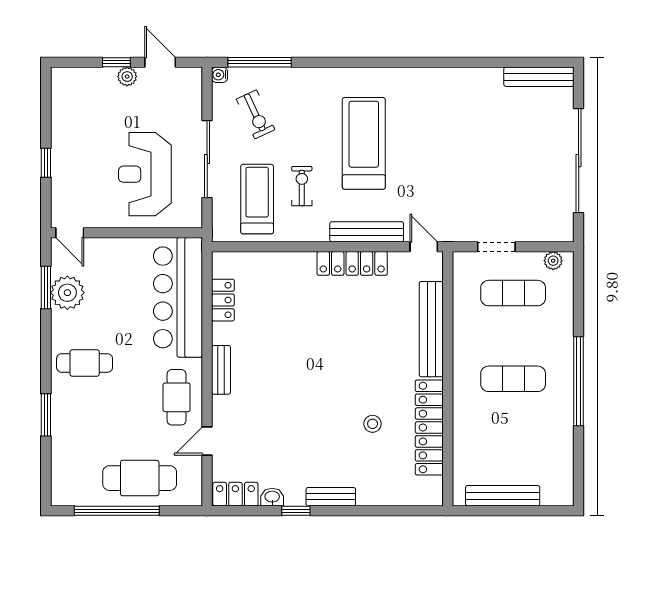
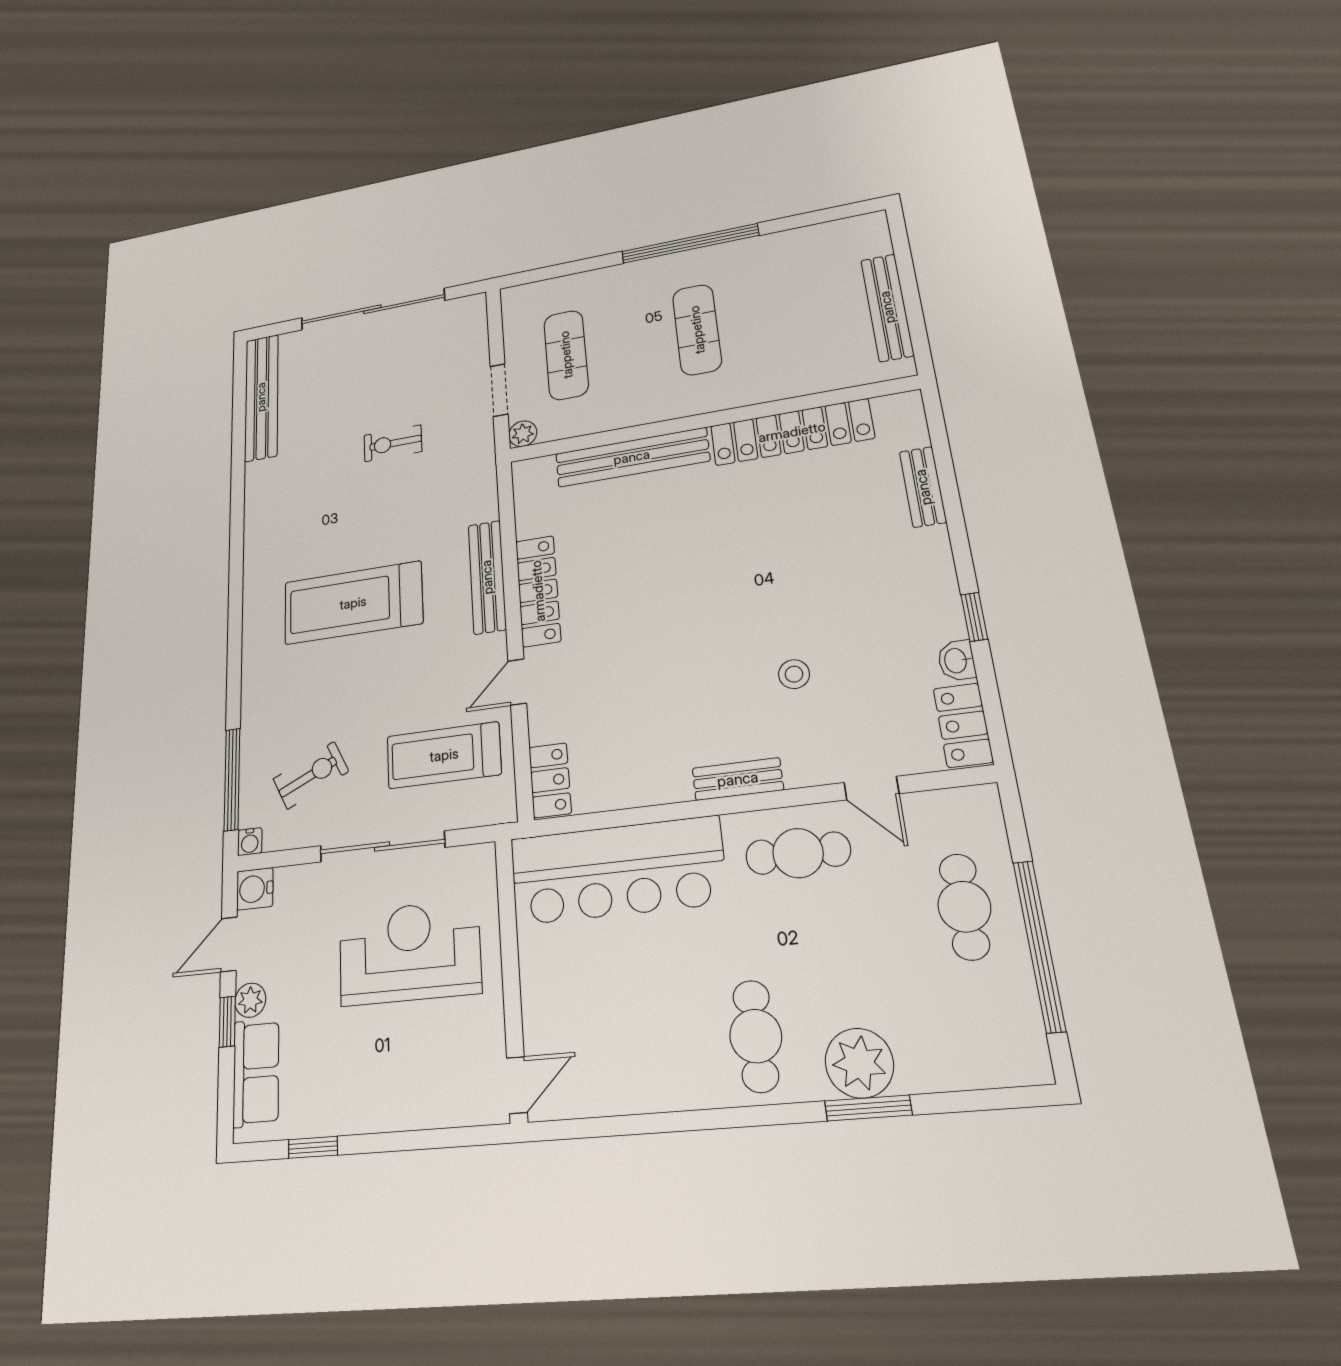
bench: (539, 77) -> (261, 397), width x1.37, depth x1.21
water cooler: (191, 78) -> (255, 889), added
row of seats: (87, 81) -> (256, 1073), added
window: (46, 163) -> (313, 1147), moved
reception desk: (145, 174) -> (410, 952), turned 180
exercise bike: (302, 186) -> (393, 443), moved
door: (424, 247) -> (517, 682), moved
plant: (553, 261) -> (523, 434), moved
window: (46, 287) -> (620, 1126), removed
plant: (67, 293) -> (859, 1063), moved
locker: (223, 300) -> (550, 780), moved, turned 90
stool: (373, 424) -> (794, 674), moved
cafe table: (140, 478) -> (964, 907), width x0.73, depth x0.74
bench: (331, 497) -> (923, 487), moved

